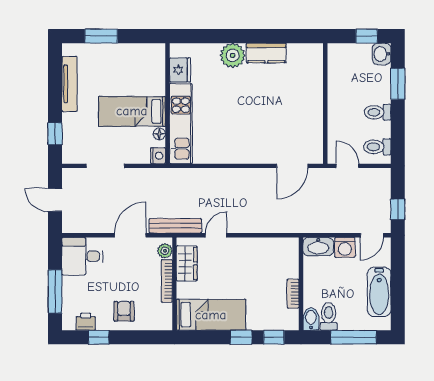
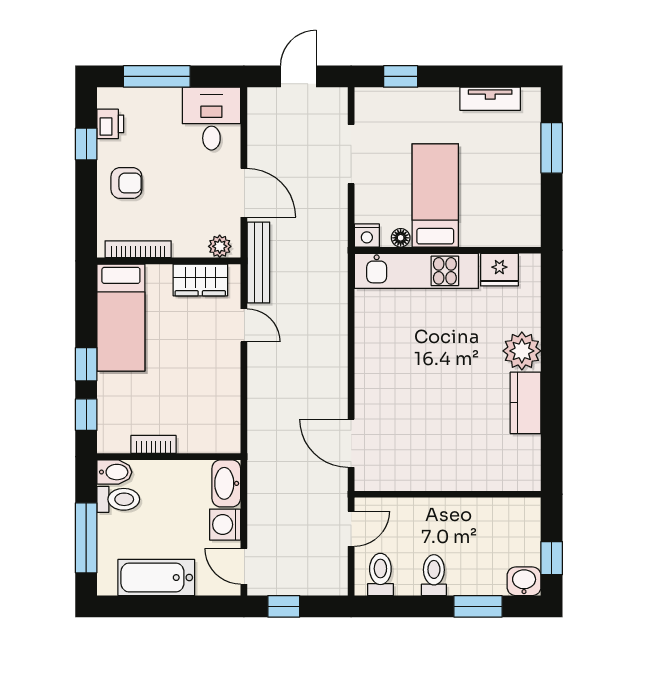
tv unit: (69, 84) -> (490, 99), width x0.71
bookcase: (167, 281) -> (138, 249), moved

